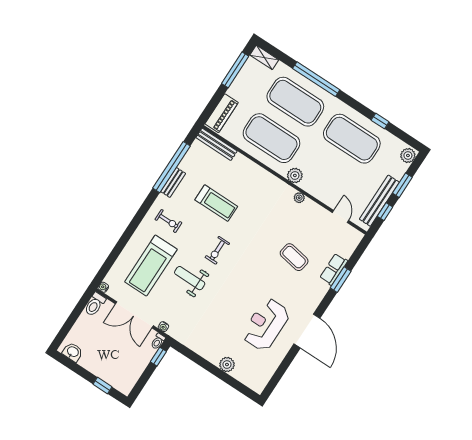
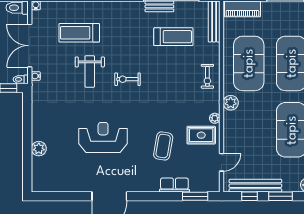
treadmill: (216, 203) -> (173, 37), moved, turned -90
rug: (306, 219) -> (201, 135), added
exercise bike: (168, 221) -> (207, 76), moved
treadmill: (151, 266) -> (79, 33), width x0.73, depth x0.73
weight bench: (190, 278) -> (90, 71), turned 180
window: (341, 280) -> (195, 196), moved
reception desk: (266, 324) -> (103, 137), moved

